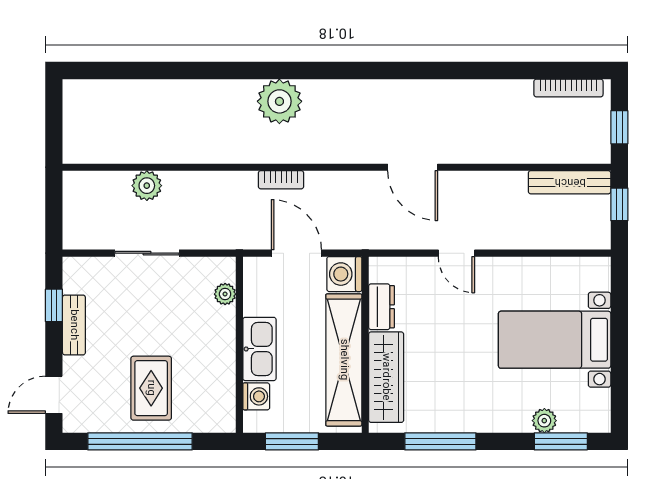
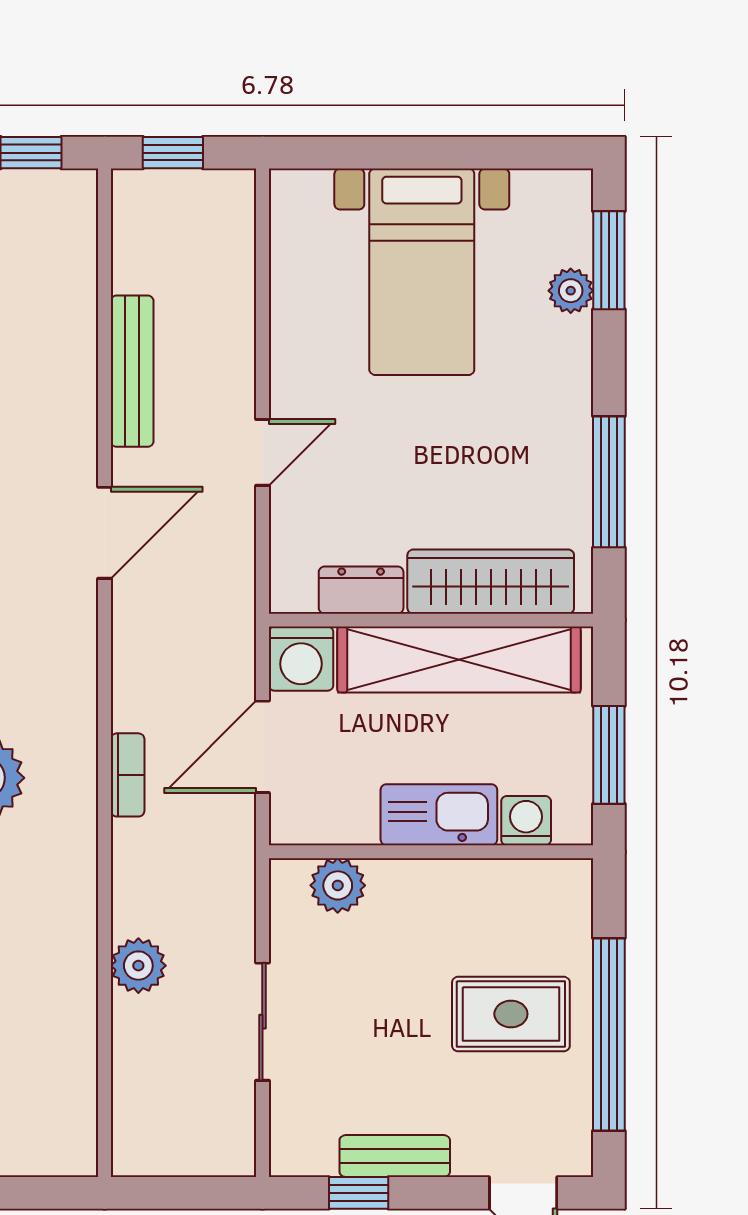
bench: (570, 182) -> (132, 371), moved
plant: (147, 186) -> (138, 966), moved
plant: (225, 294) -> (338, 885), width x1.38, depth x1.38

